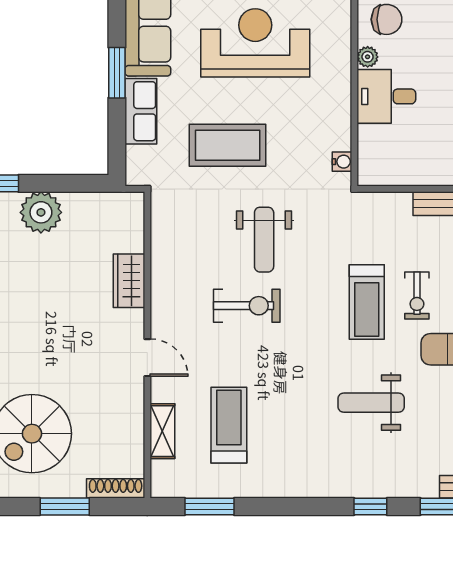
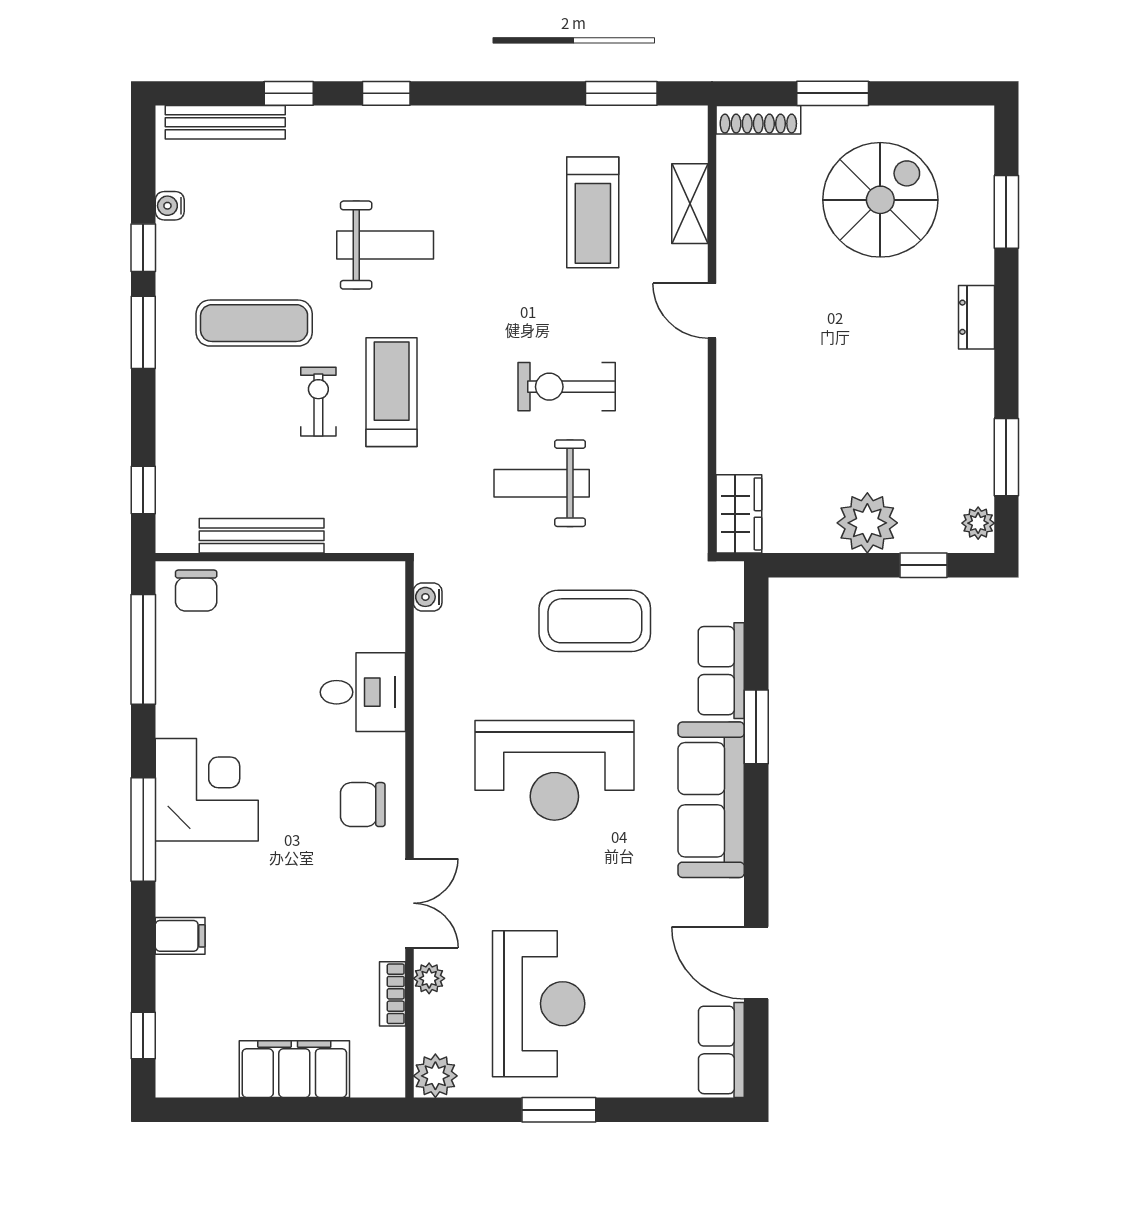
plant: (368, 57) -> (390, 750), removed
weight bench: (264, 240) -> (542, 483), turned -90
wardrobe: (129, 281) -> (739, 514), moved

